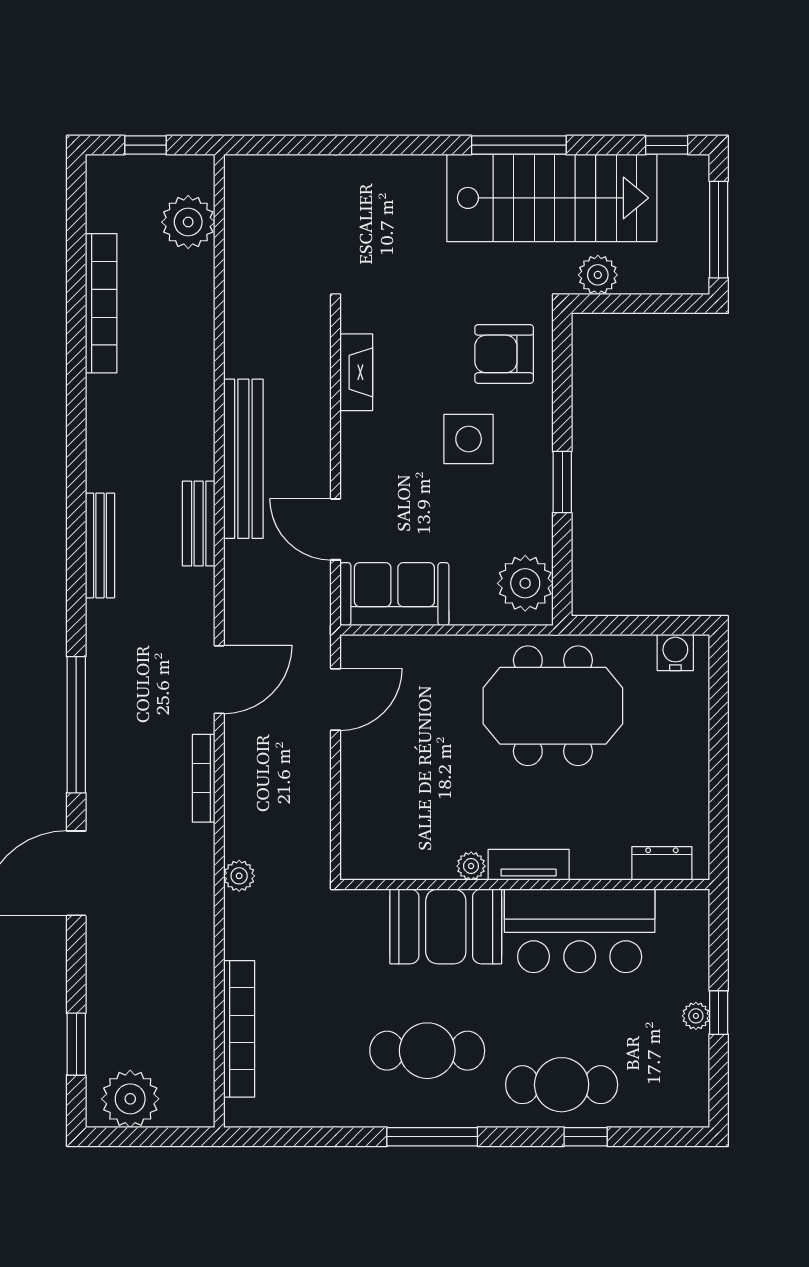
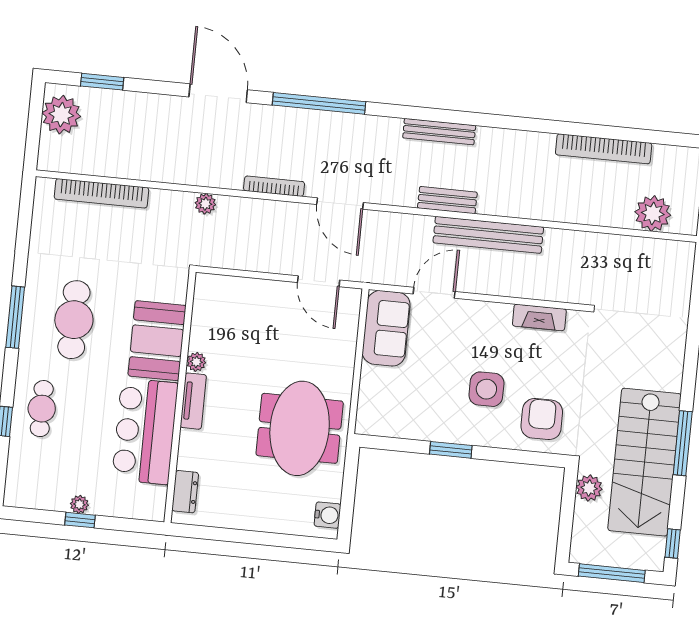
plant: (525, 583) -> (385, 418), removed
cafe table: (562, 1085) -> (42, 409), width x0.73, depth x0.74

